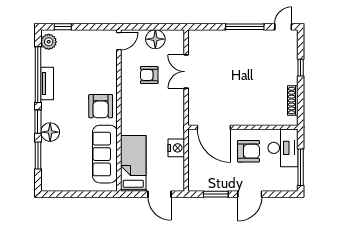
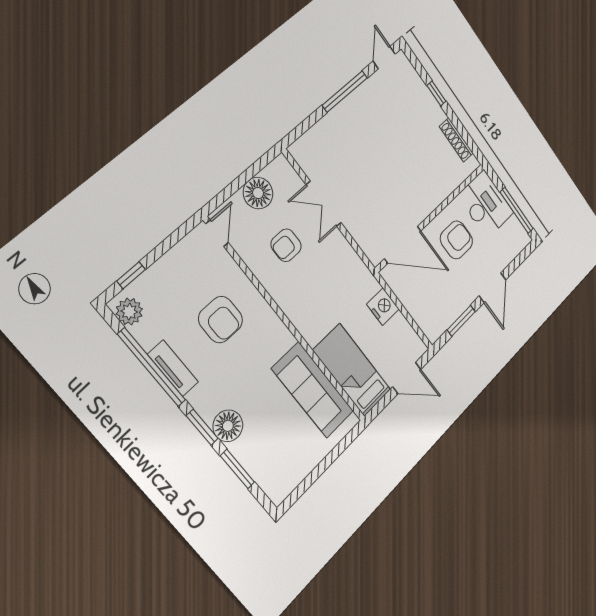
armchair: (101, 106) -> (221, 320), moved

